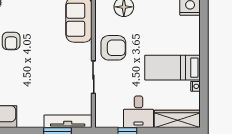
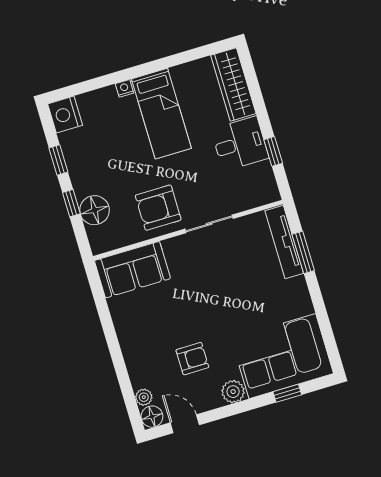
armchair: (113, 48) -> (158, 208), turned -90
nightstand: (195, 86) -> (124, 88), moved

